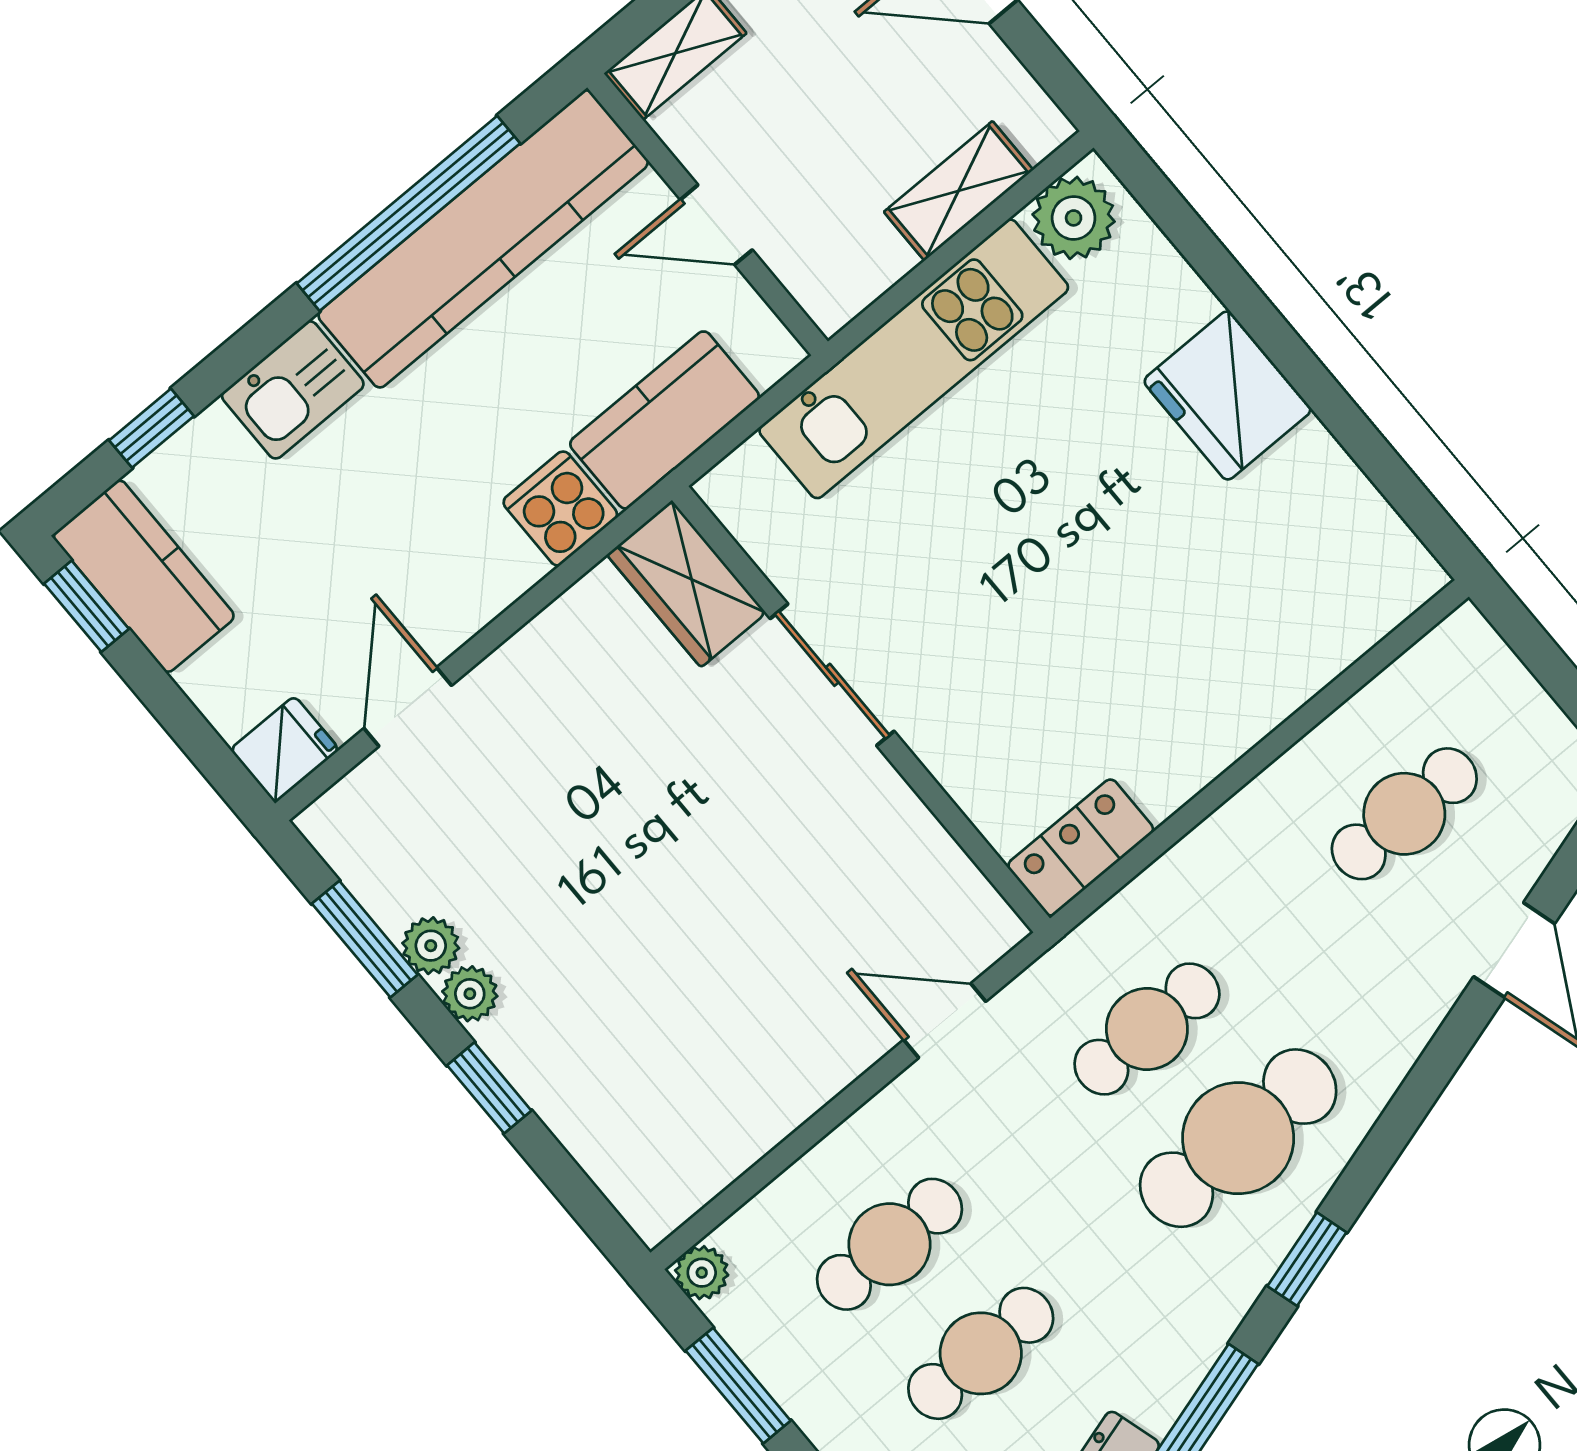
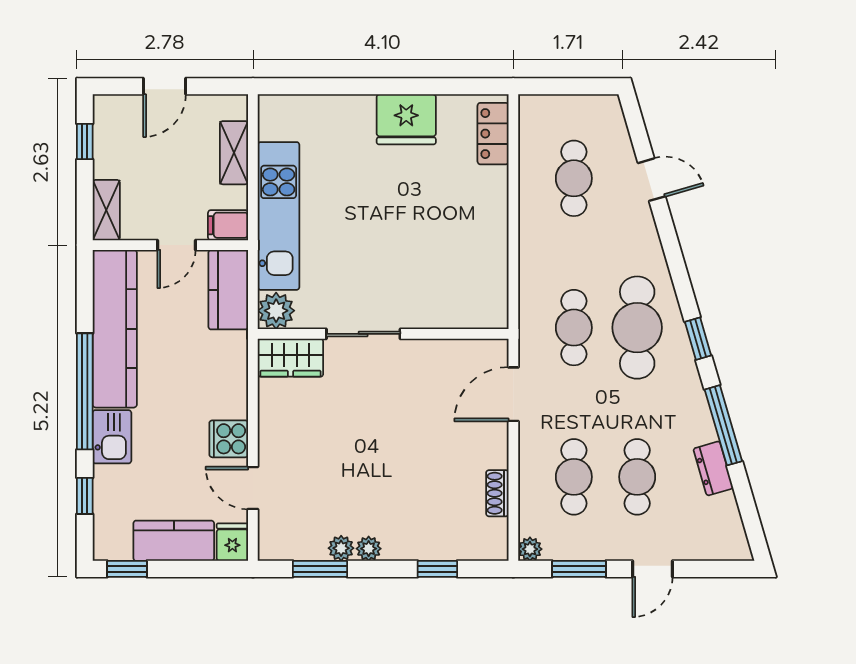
window: (408, 213) -> (85, 391), moved
plant: (1074, 218) -> (276, 311), moved
filing cabinet: (825, 285) -> (228, 225), added
fridge: (1227, 395) -> (406, 119), moved
kitchen counter: (664, 420) -> (228, 290), moved
cooker: (560, 508) -> (229, 439), moved
kitchen counter: (144, 576) -> (174, 541), moved
locker: (1081, 848) -> (493, 134), moved
door: (945, 1021) -> (513, 394), width x1.38
window: (489, 1088) -> (437, 569), moved
shoe rack: (751, 1136) -> (497, 493), added

